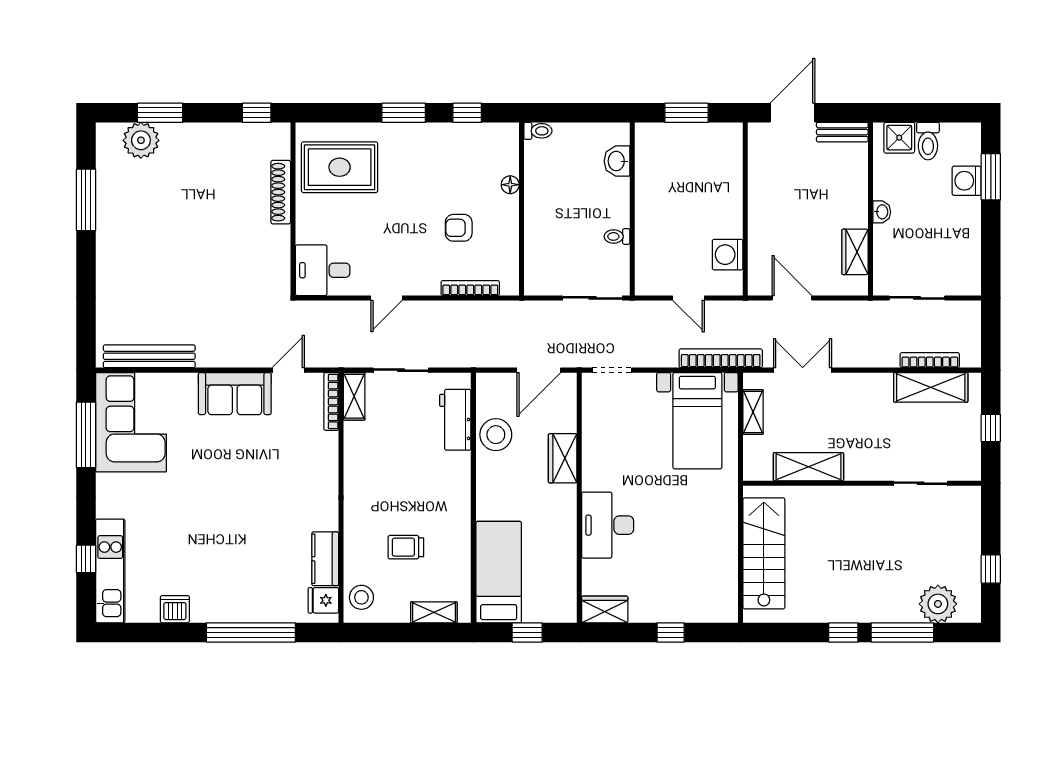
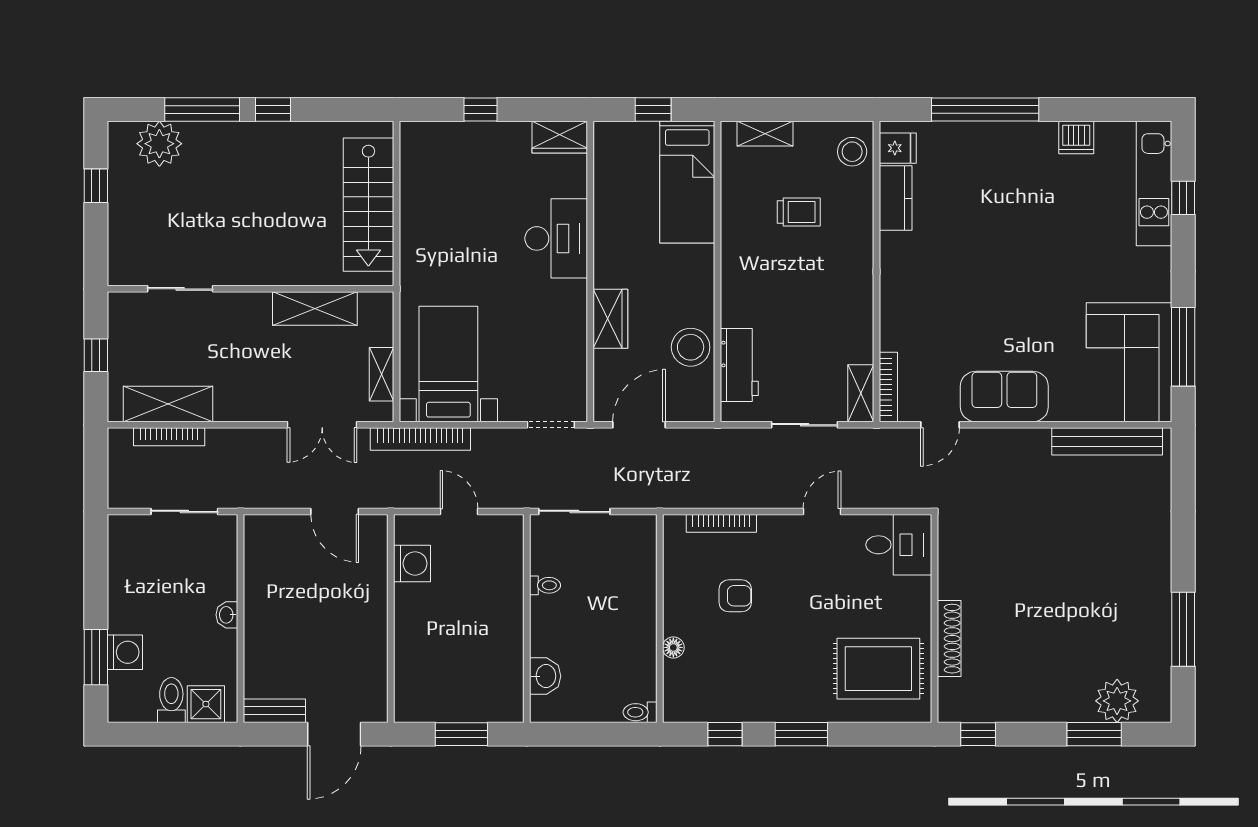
wardrobe: (855, 252) -> (259, 567), removed

